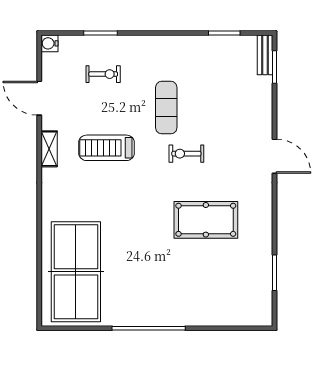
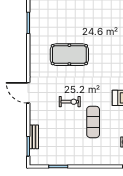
bench: (265, 55) -> (34, 137), moved
exercise bike: (186, 154) -> (70, 102), moved

